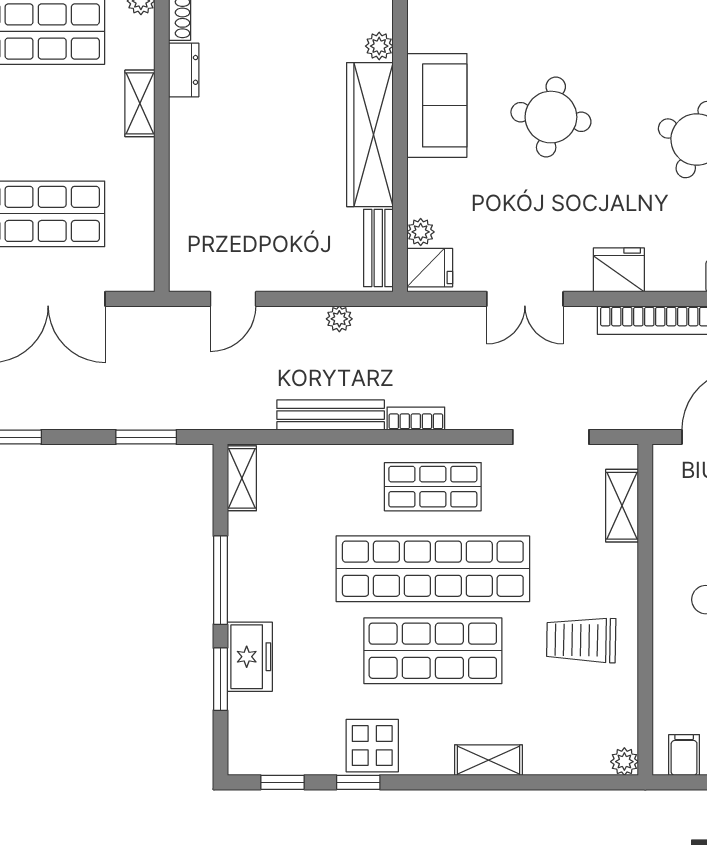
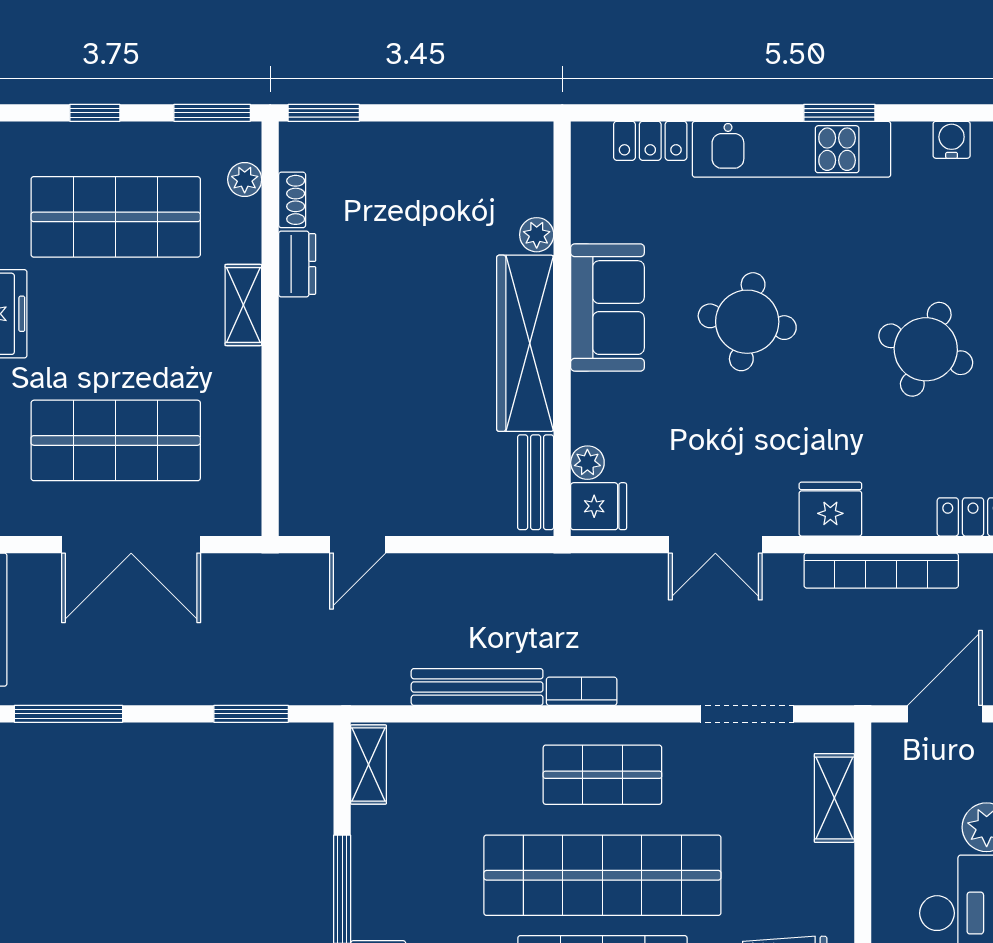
plant: (339, 319) -> (488, 569), removed

